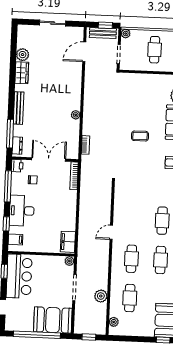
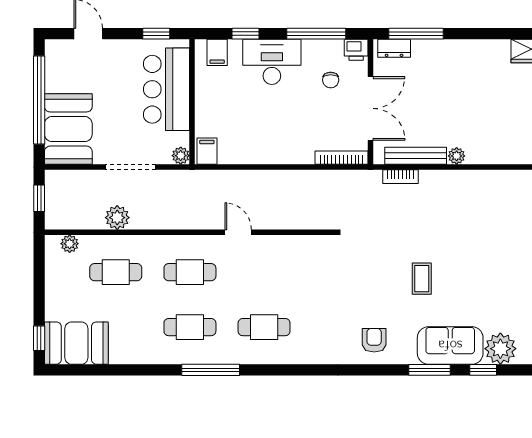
bench: (19, 108) -> (416, 156), moved
filing cabinet: (68, 242) -> (207, 151), width x0.50
bar counter: (19, 276) -> (167, 89), moved, turned 90

